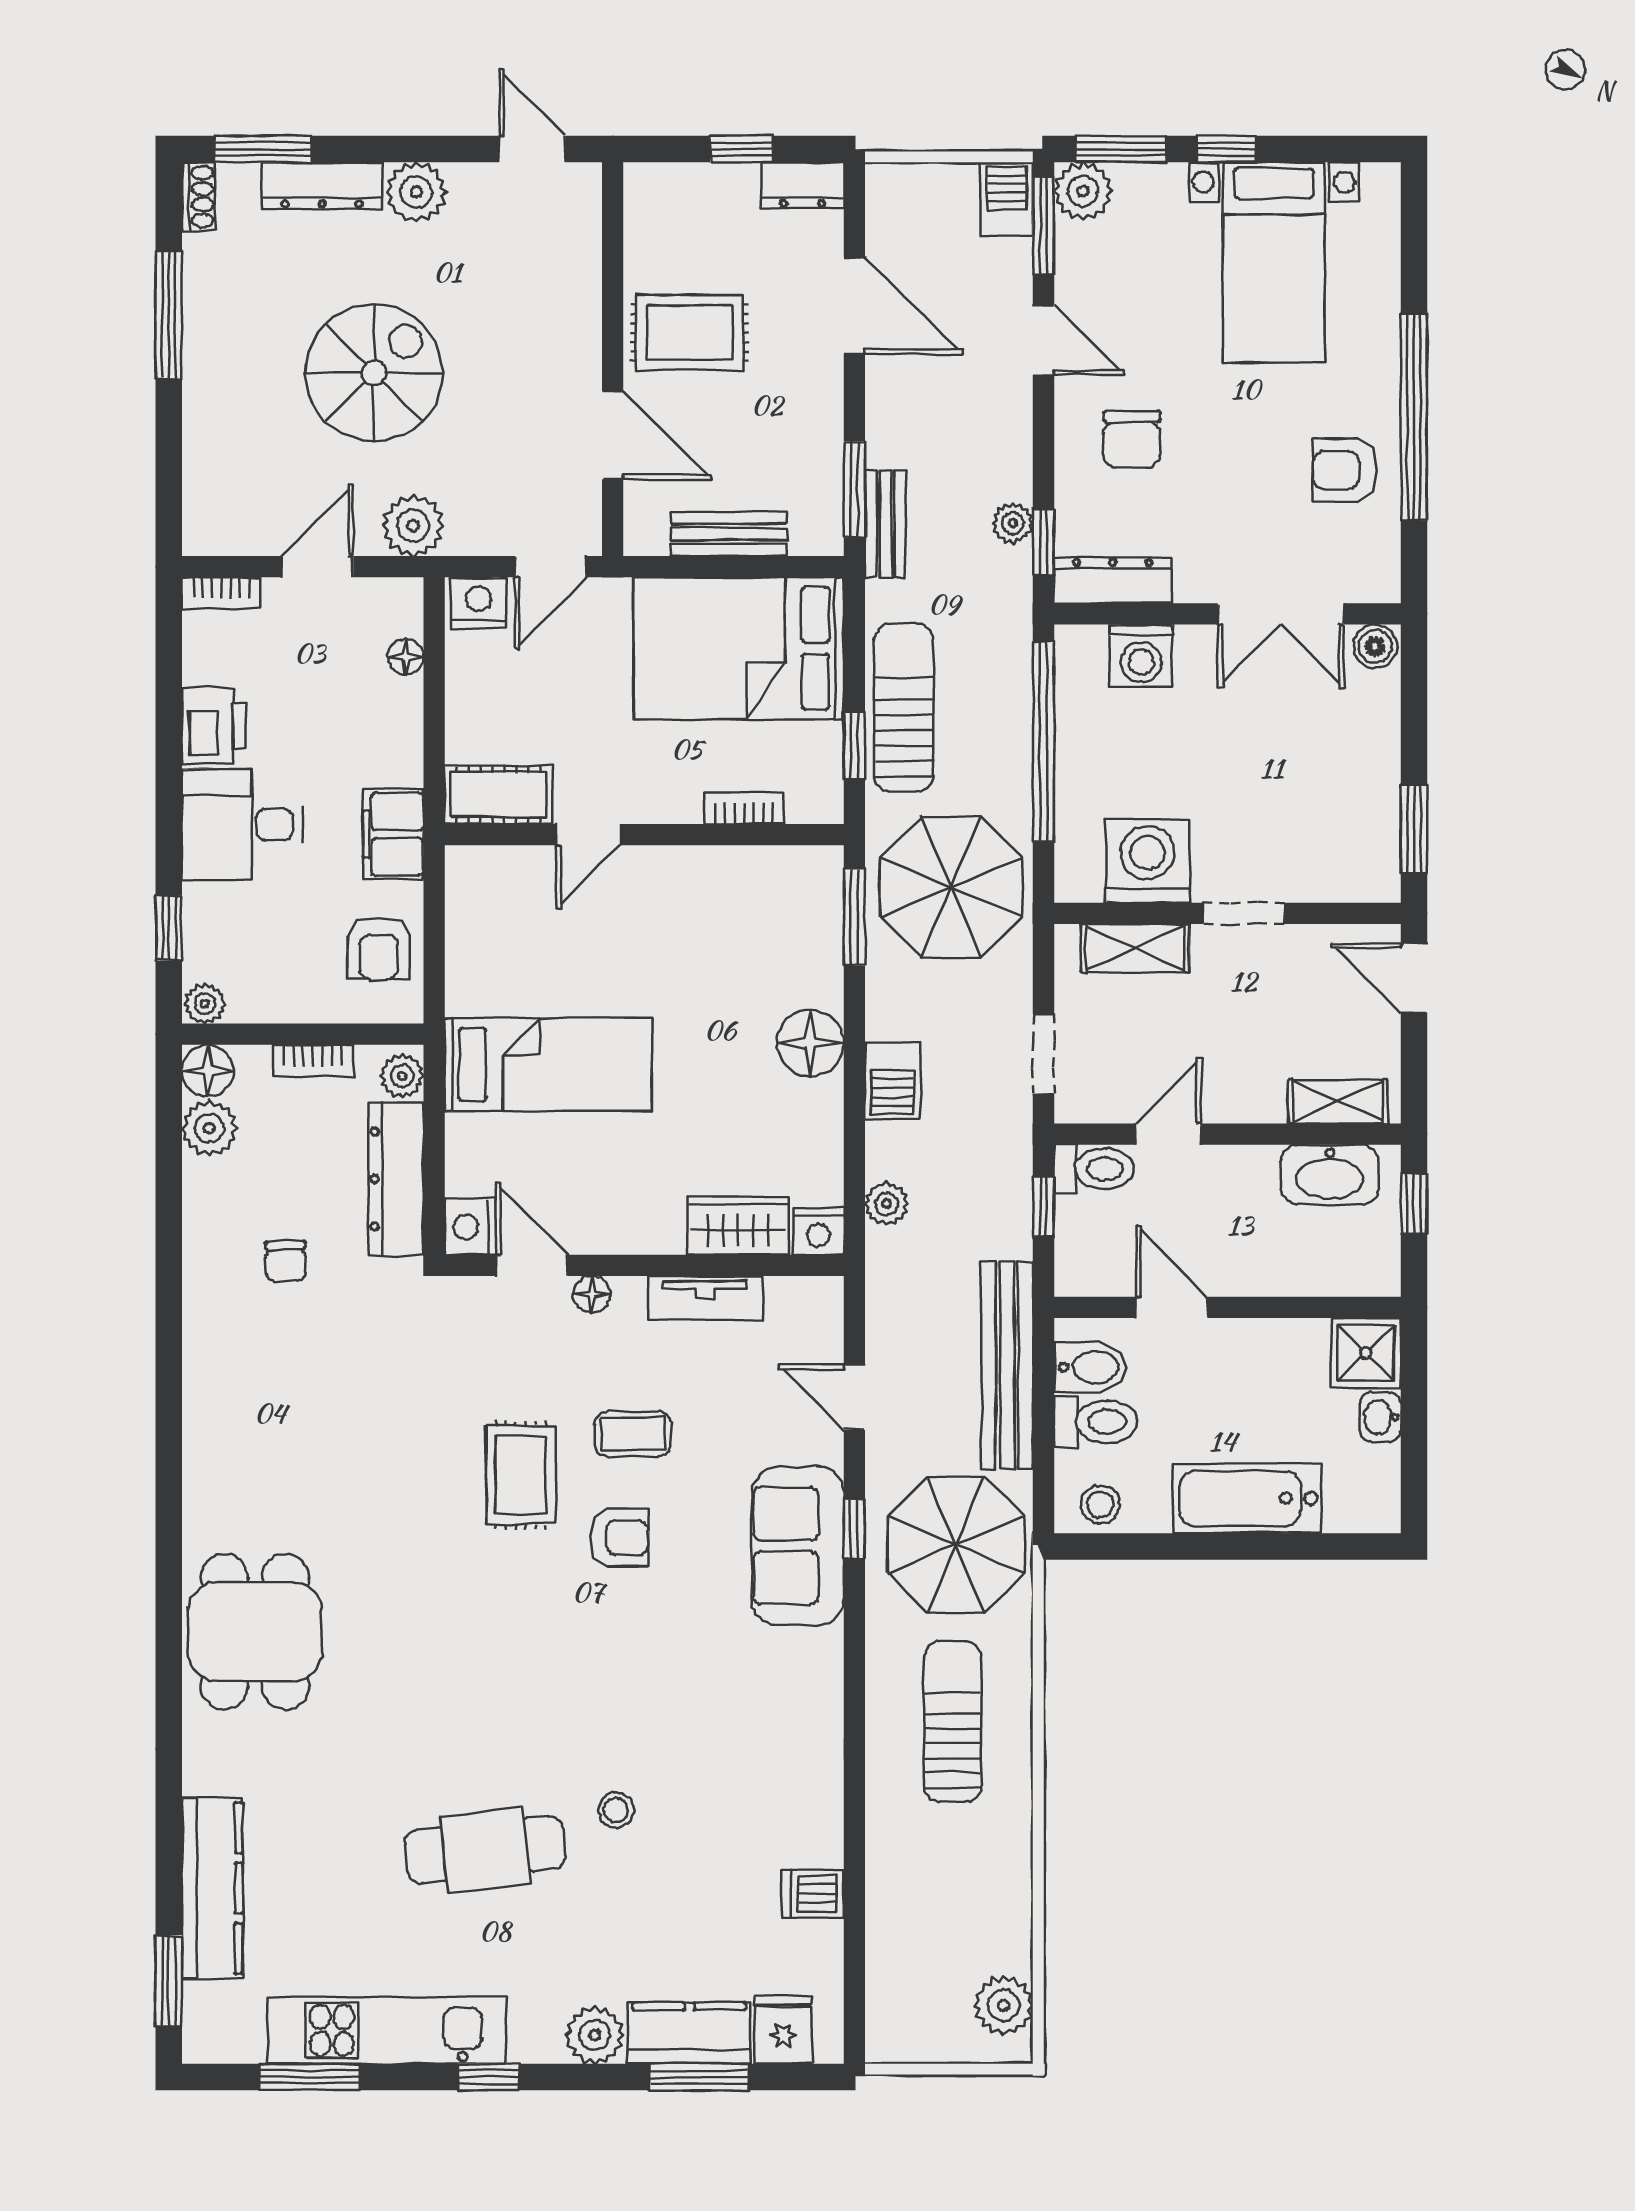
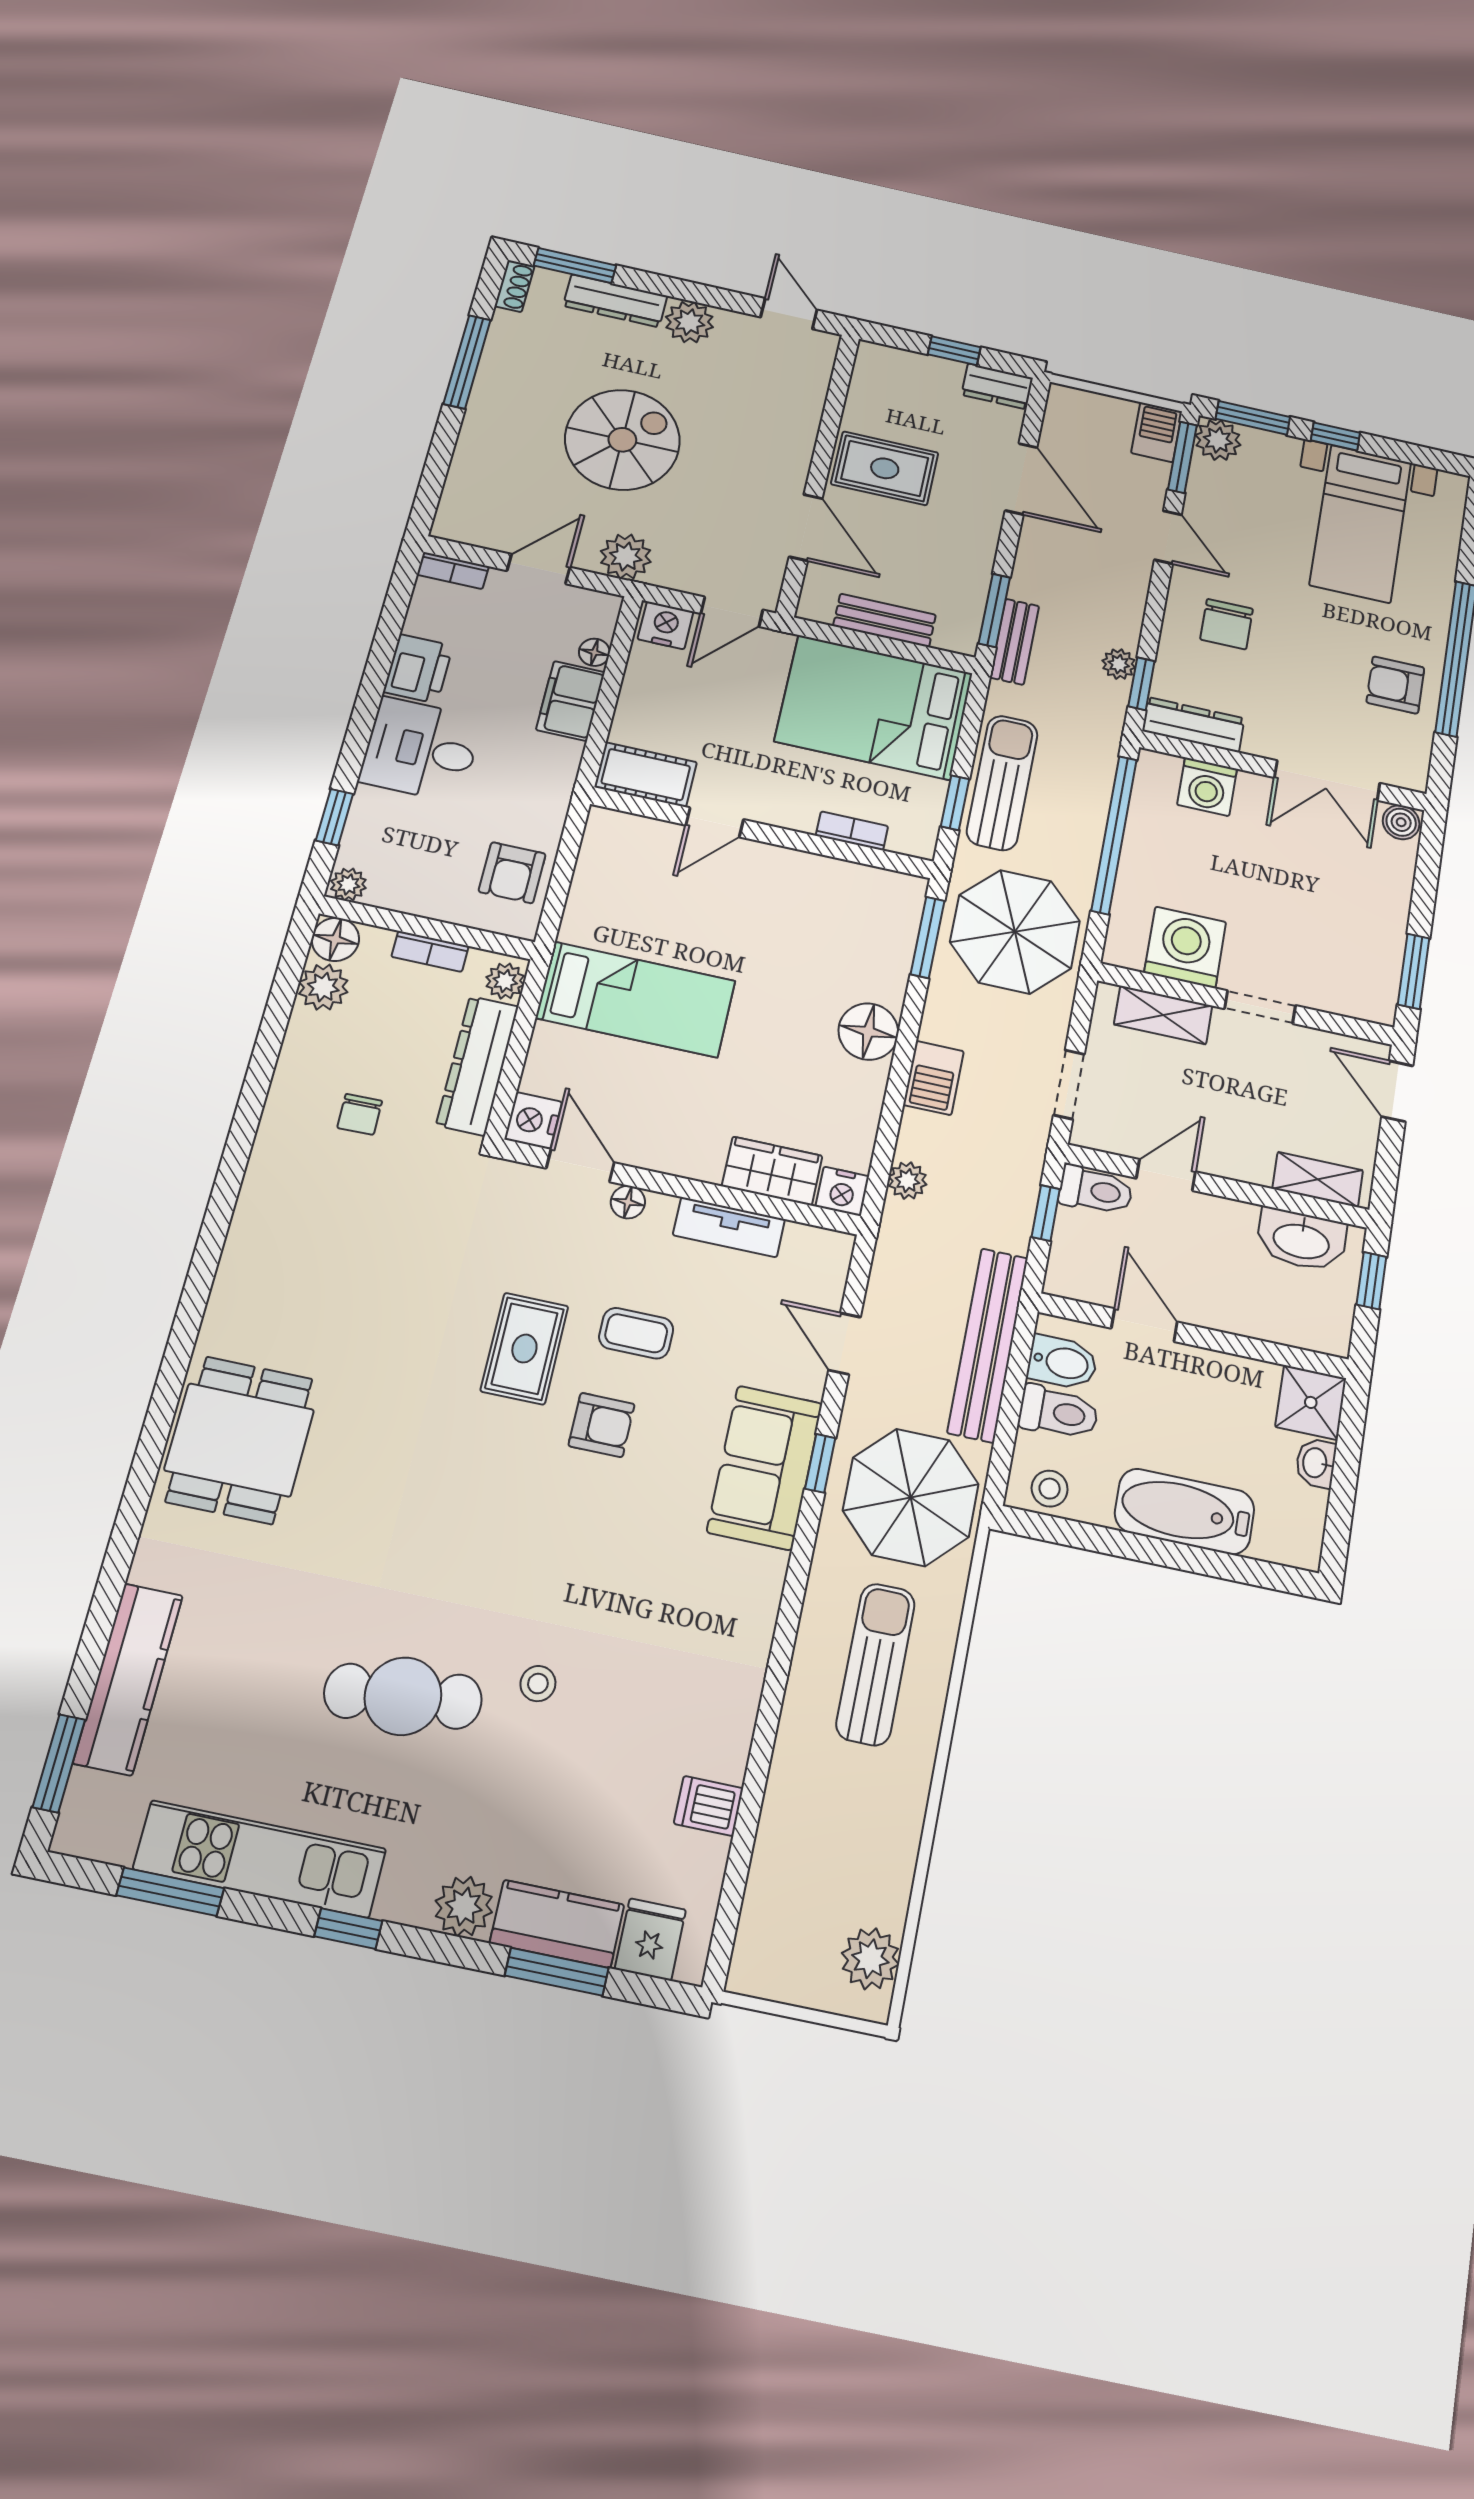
filing cabinet: (393, 834) -> (571, 701), moved

